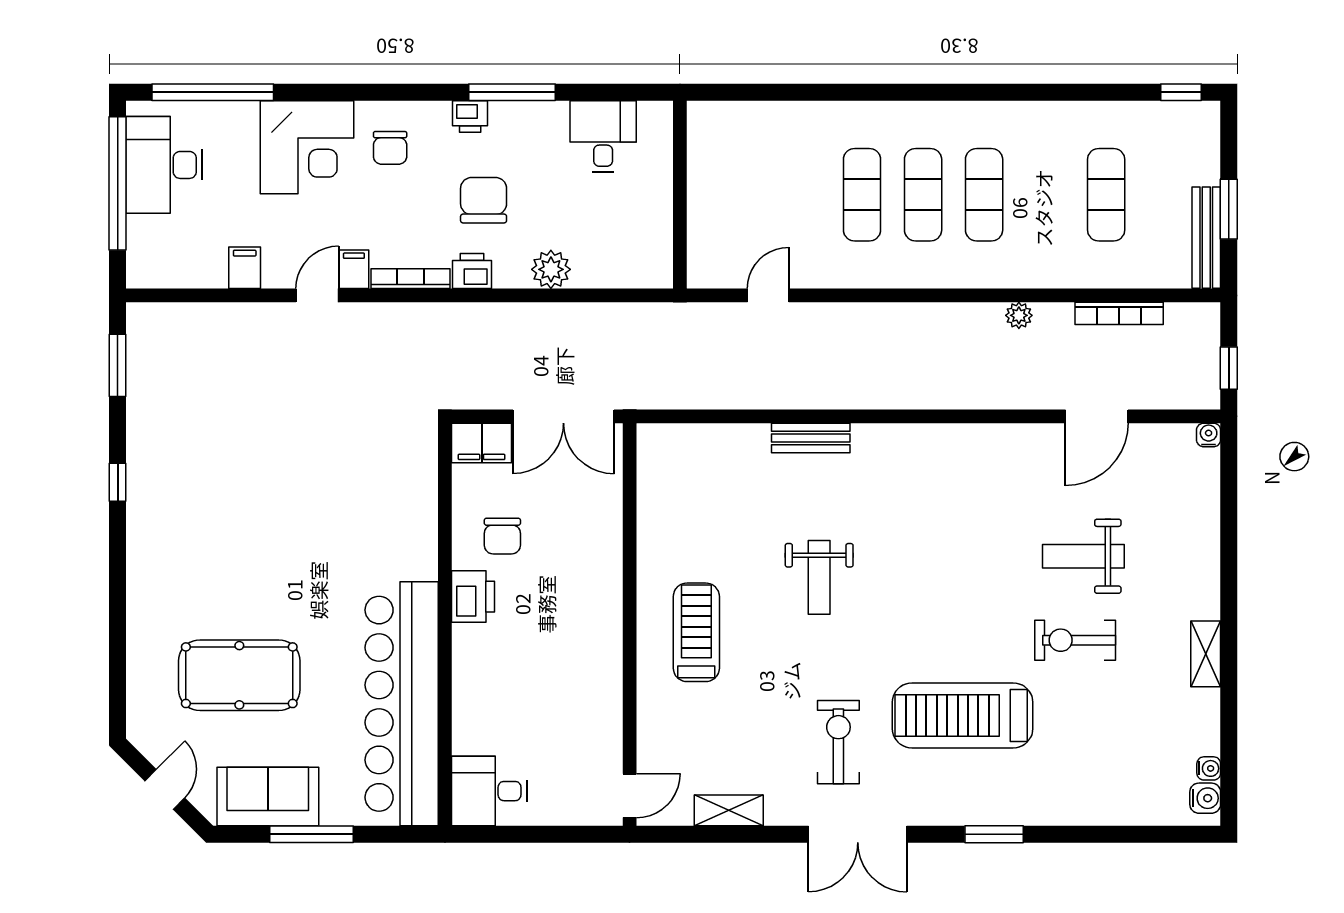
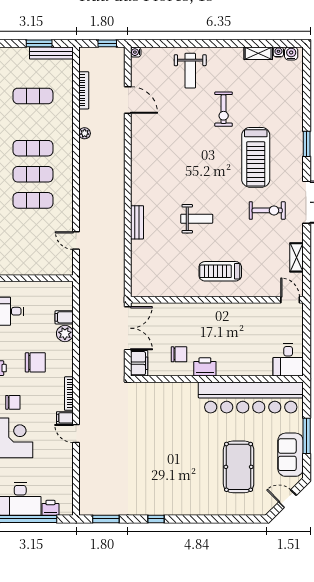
chair: (484, 200) -> (35, 362), turned 180
filing cabinet: (245, 268) -> (64, 317), moved
printer: (472, 271) -> (50, 508), moved, turned 90
weight bench: (1083, 556) -> (190, 71), moved
shelving: (1206, 654) -> (258, 53), moved
exercise bike: (838, 742) -> (267, 210), turned 180

